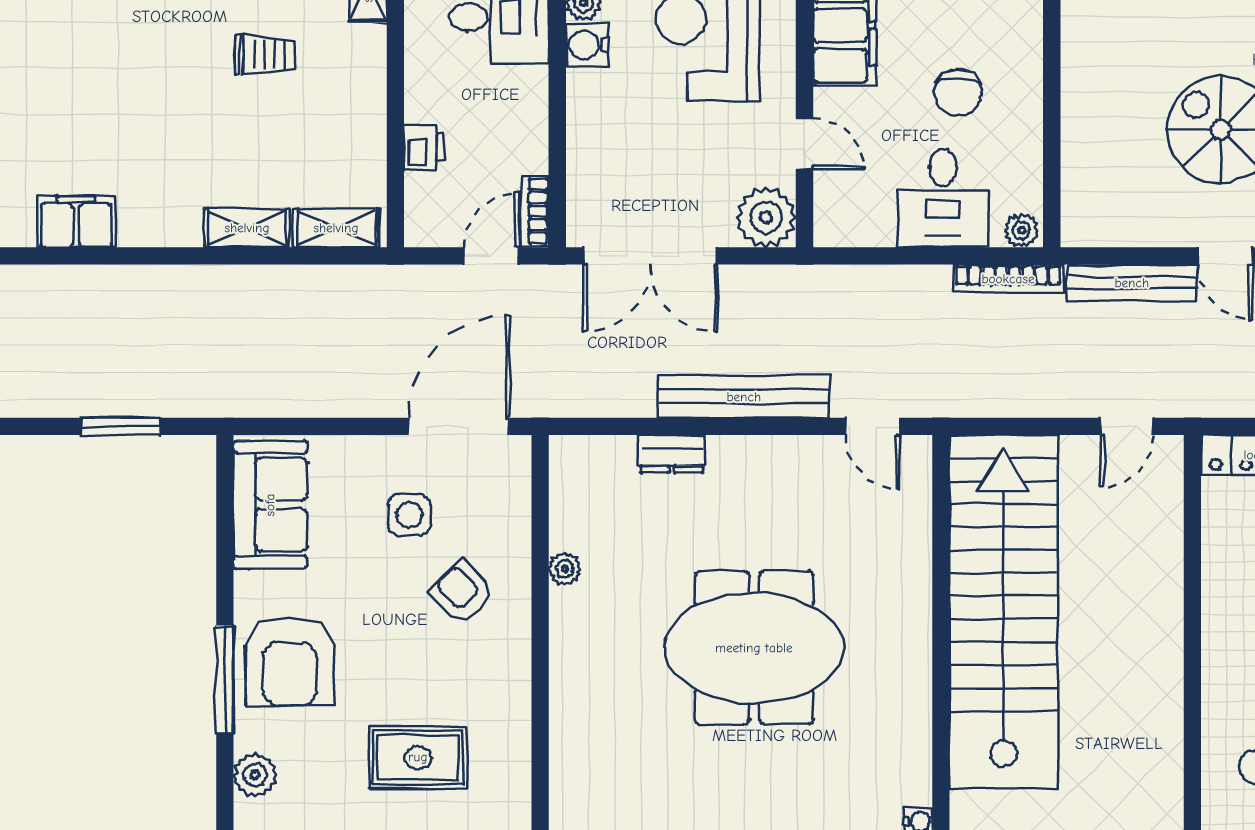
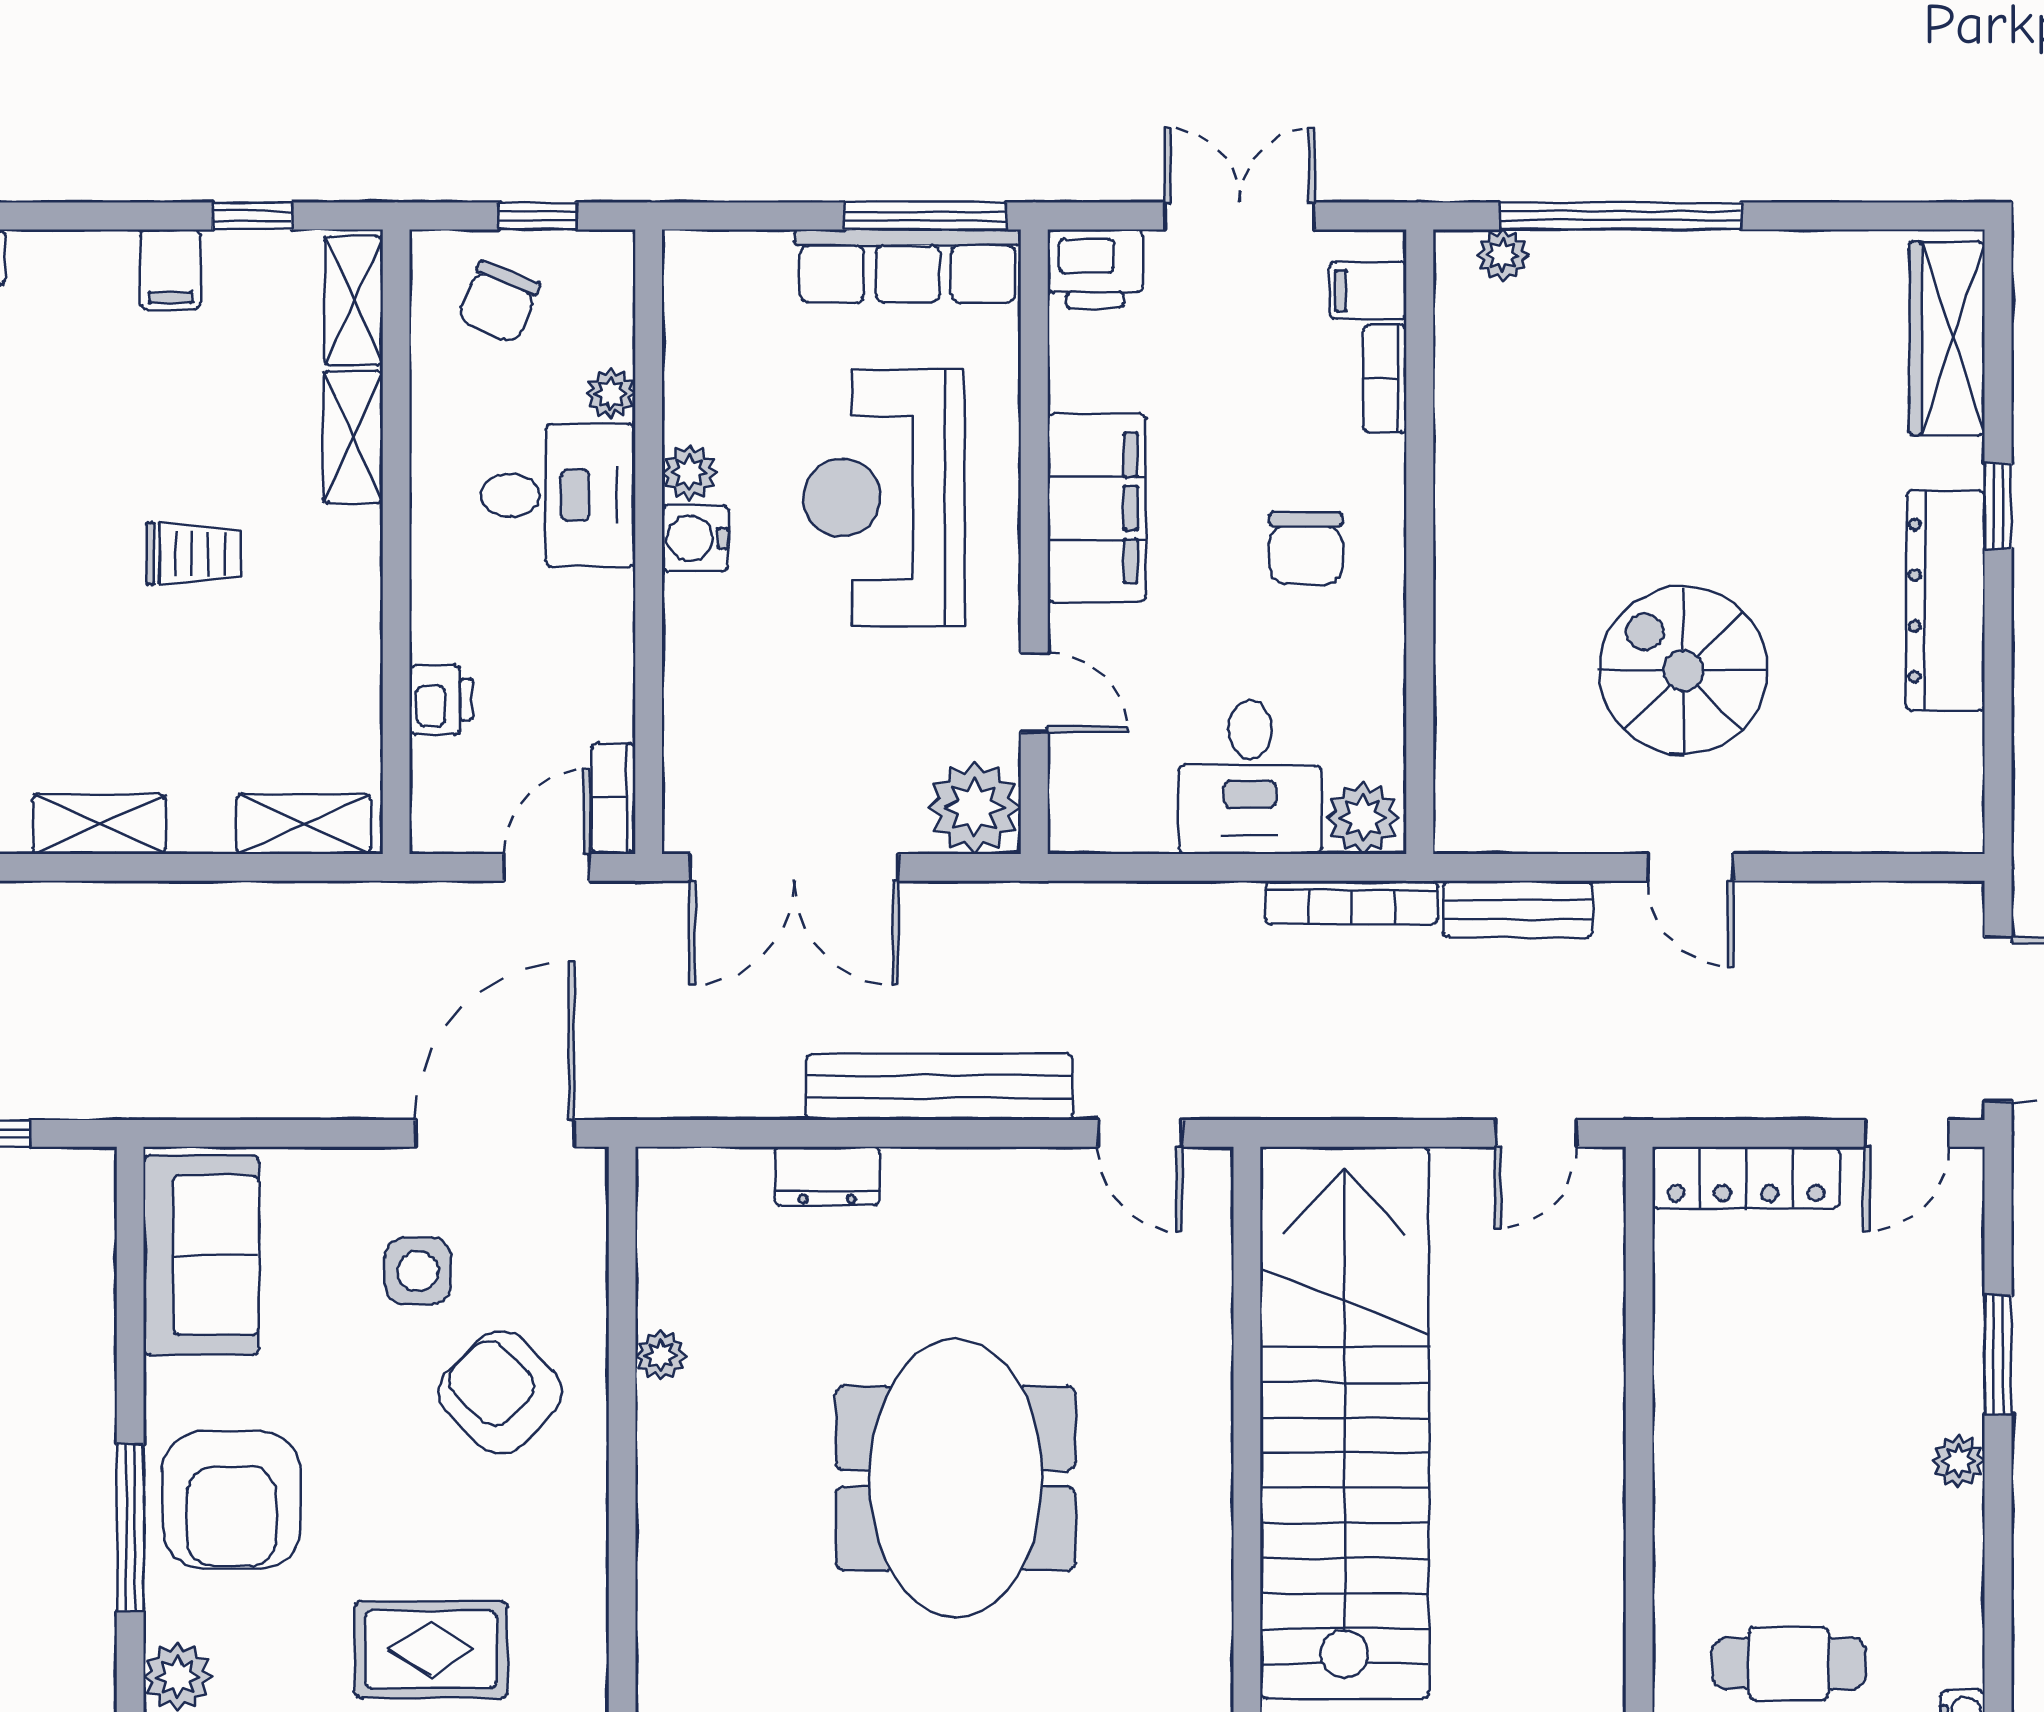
chair: (958, 92) -> (1306, 548), moved
shelving: (247, 228) -> (99, 824), moved
plant: (1022, 230) -> (1363, 818), width x1.38, depth x1.38
bench: (1132, 283) -> (1518, 909), width x0.73
armchair: (462, 592) -> (500, 1392), width x1.38, depth x1.38
meeting table: (754, 648) -> (956, 1478), turned 90

